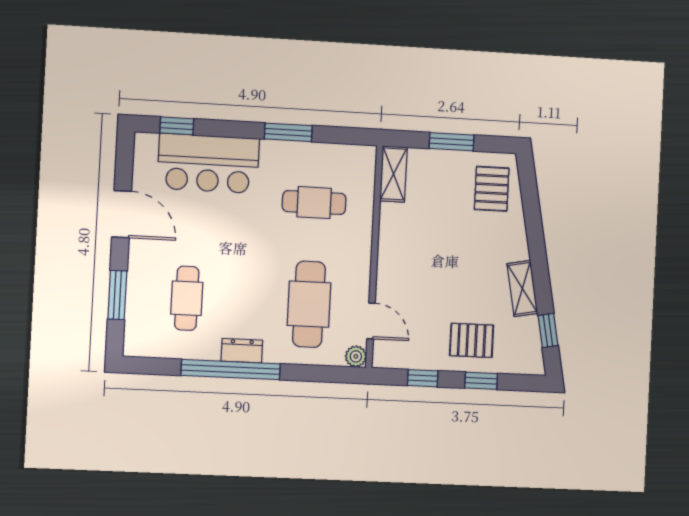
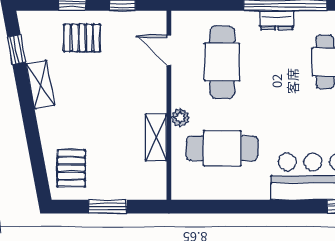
window: (288, 132) -> (247, 207), removed
shelving: (394, 174) -> (156, 137), moved
cafe table: (314, 203) -> (222, 148), width x1.37, depth x1.35
plant: (356, 356) -> (180, 118), moved

